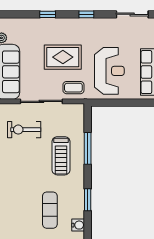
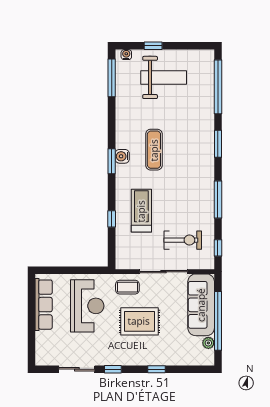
sliding door: (132, 14) -> (77, 369), moved
reception desk: (109, 71) -> (87, 306), turned 180
window: (88, 148) -> (112, 219), width x0.46
water cooler: (78, 225) -> (122, 156), moved

